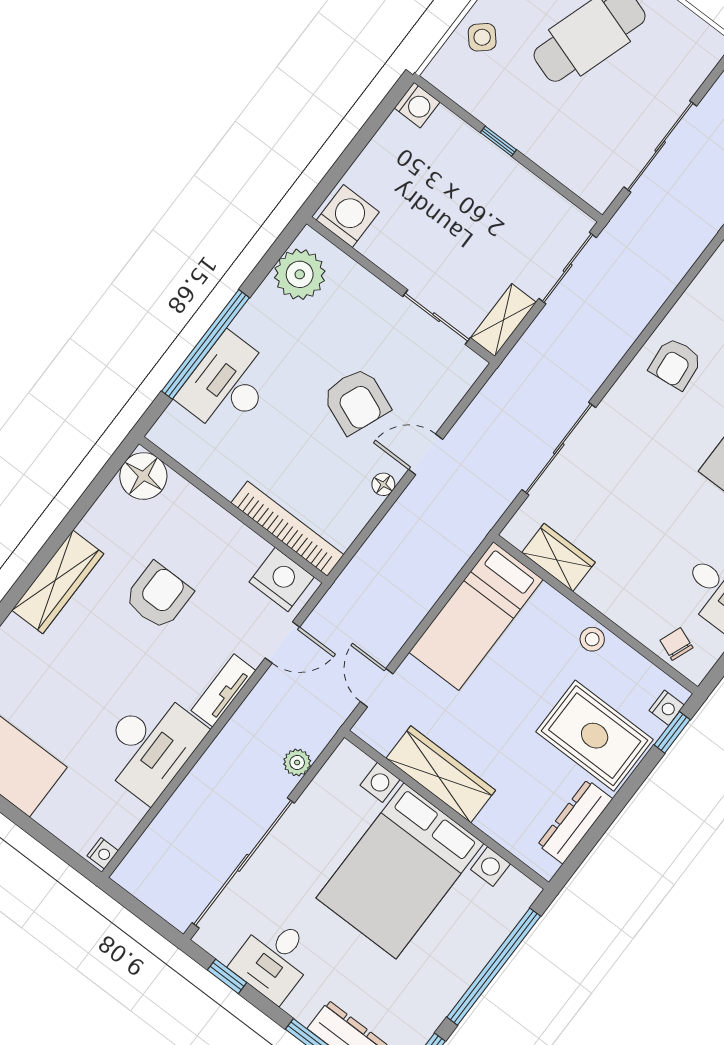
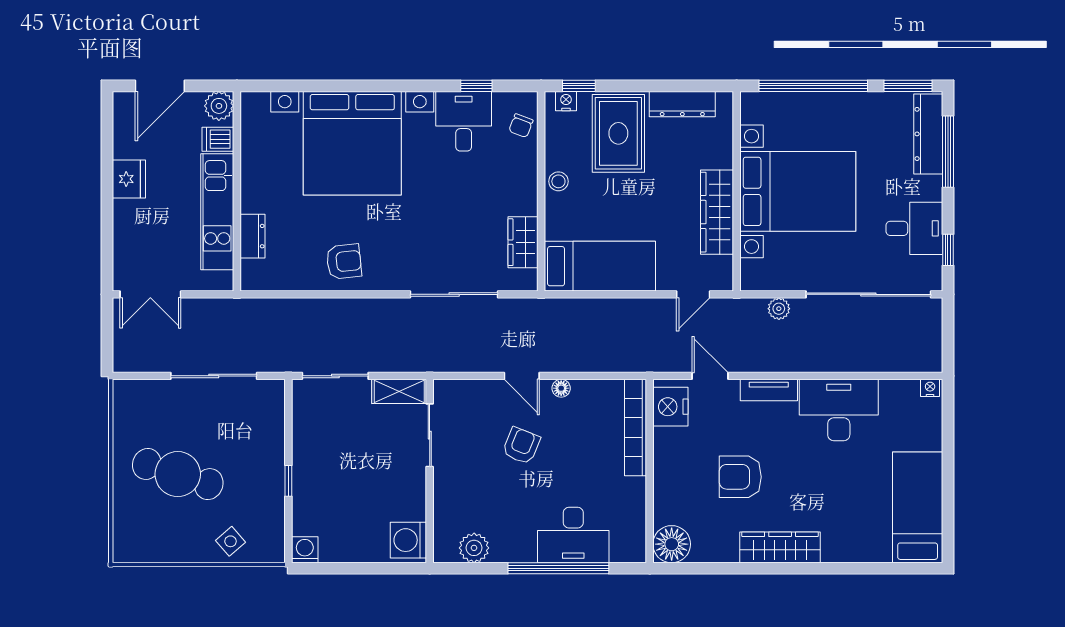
plant: (300, 274) -> (474, 548), width x0.73, depth x0.73
armchair: (356, 401) -> (521, 446), width x0.72, depth x0.72

